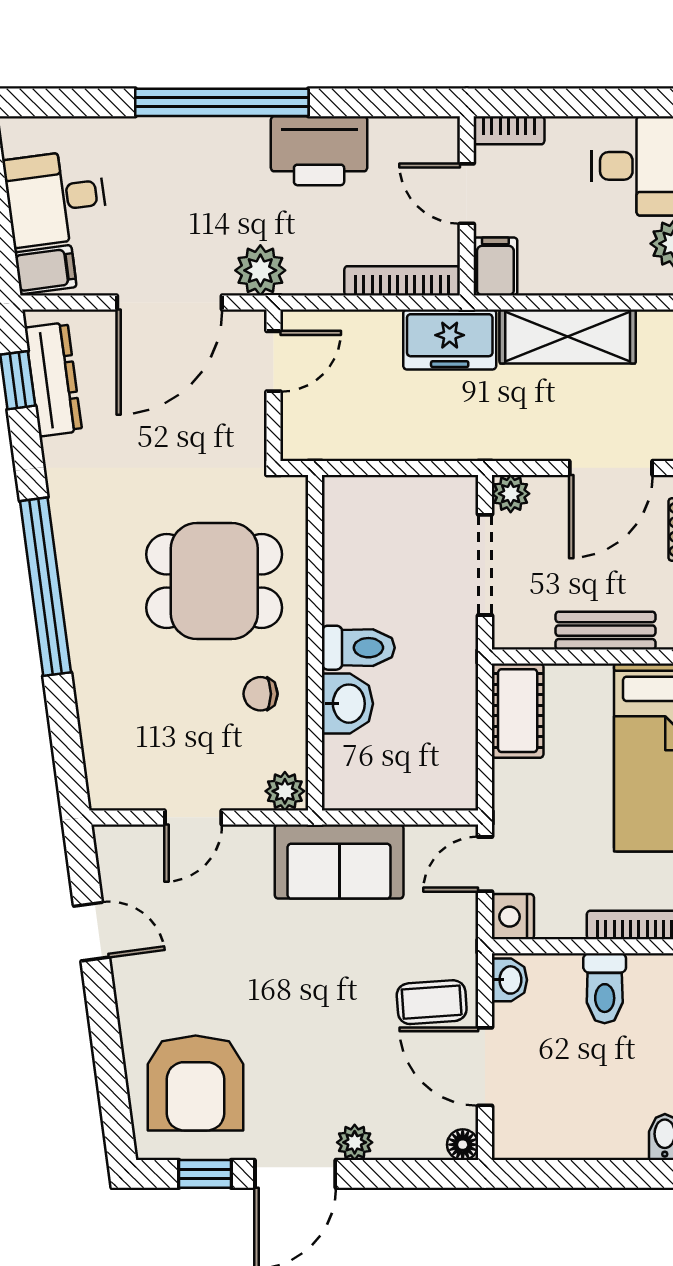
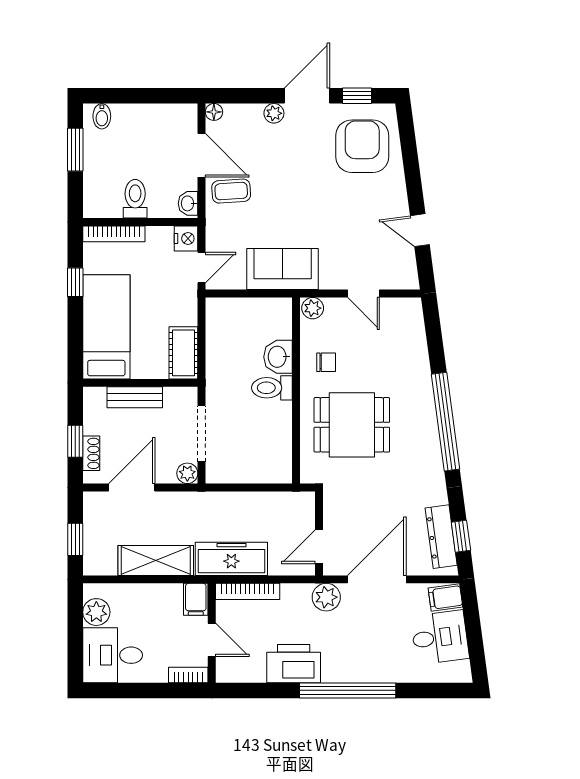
freezer: (450, 339) -> (231, 559), width x1.40
door: (193, 817) -> (364, 294), swing flipped

